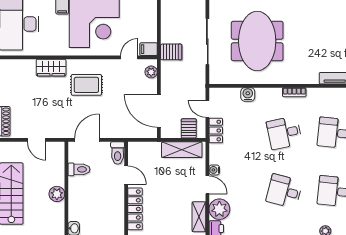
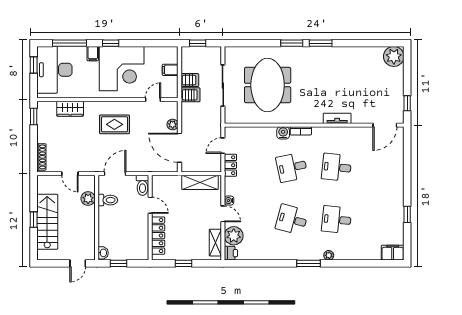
filing cabinet: (149, 49) -> (170, 70), moved
wardrobe: (51, 68) -> (70, 109), moved
plant: (151, 72) -> (173, 125), moved
water cooler: (248, 94) -> (283, 133), moved
door: (207, 109) -> (223, 146), hinge flipped
server rack: (189, 128) -> (190, 80), moved, turned 90
plant: (57, 194) -> (88, 199), moved

